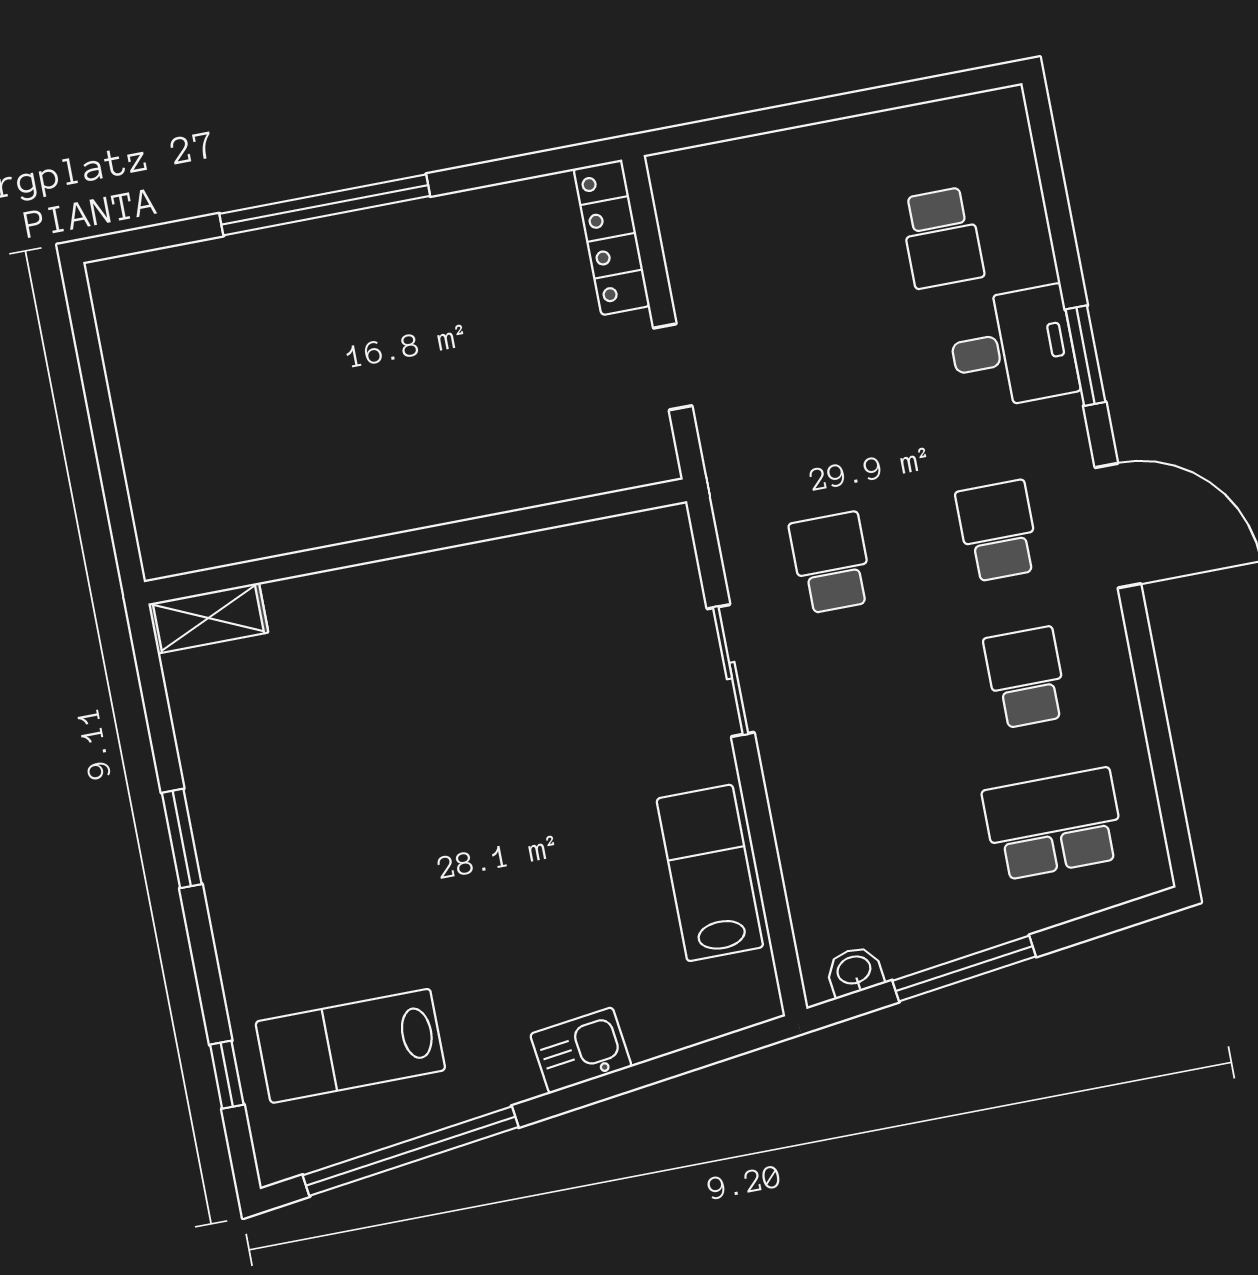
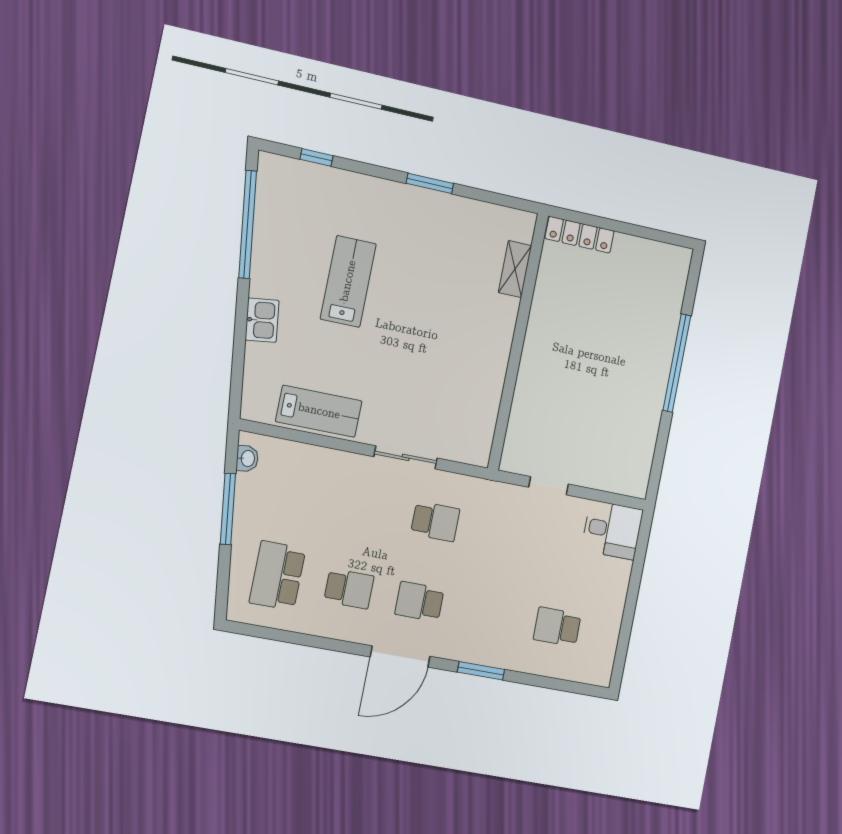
locker: (612, 237) -> (580, 235), moved, turned 180
desk: (1012, 348) -> (612, 530), moved, turned -90
school desk: (998, 531) -> (419, 602), turned 180
shelving: (208, 618) -> (515, 269), moved
school desk: (1054, 824) -> (277, 576), turned 180
lab bench: (350, 1046) -> (348, 281), moved

